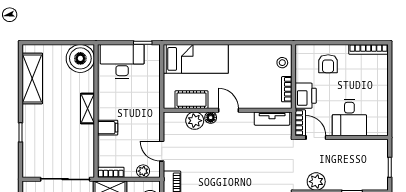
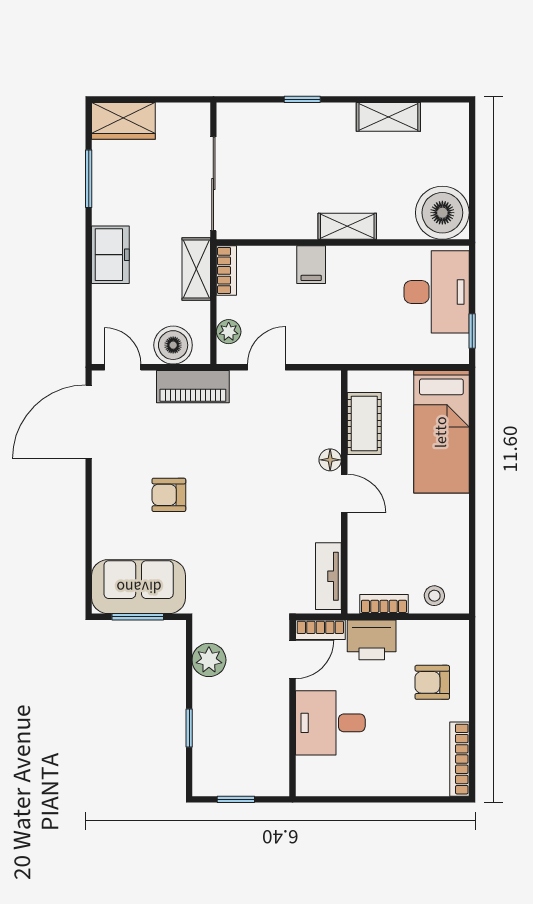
shelving: (32, 78) -> (388, 117), width x0.67, depth x0.75
door: (228, 110) -> (344, 493), hinge flipped
plant: (195, 121) -> (324, 430), removed

